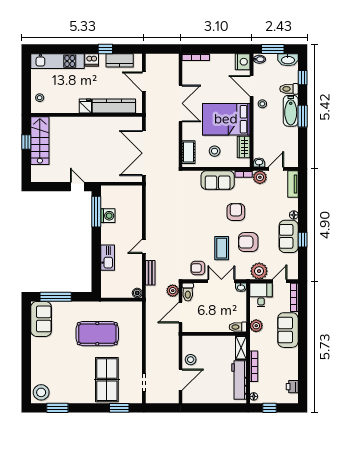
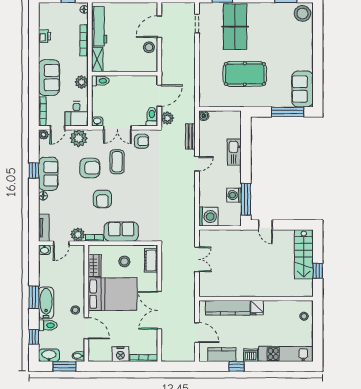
nightstand: (243, 62) -> (120, 354), moved, turned -90
stairs: (40, 141) -> (304, 254), moved
double door: (144, 153) -> (197, 259), width x0.54
washbasin: (259, 162) -> (44, 250), moved
washing machine: (133, 195) -> (208, 217), added
plant: (293, 275) -> (43, 135), added
printer: (292, 387) -> (45, 36), moved

